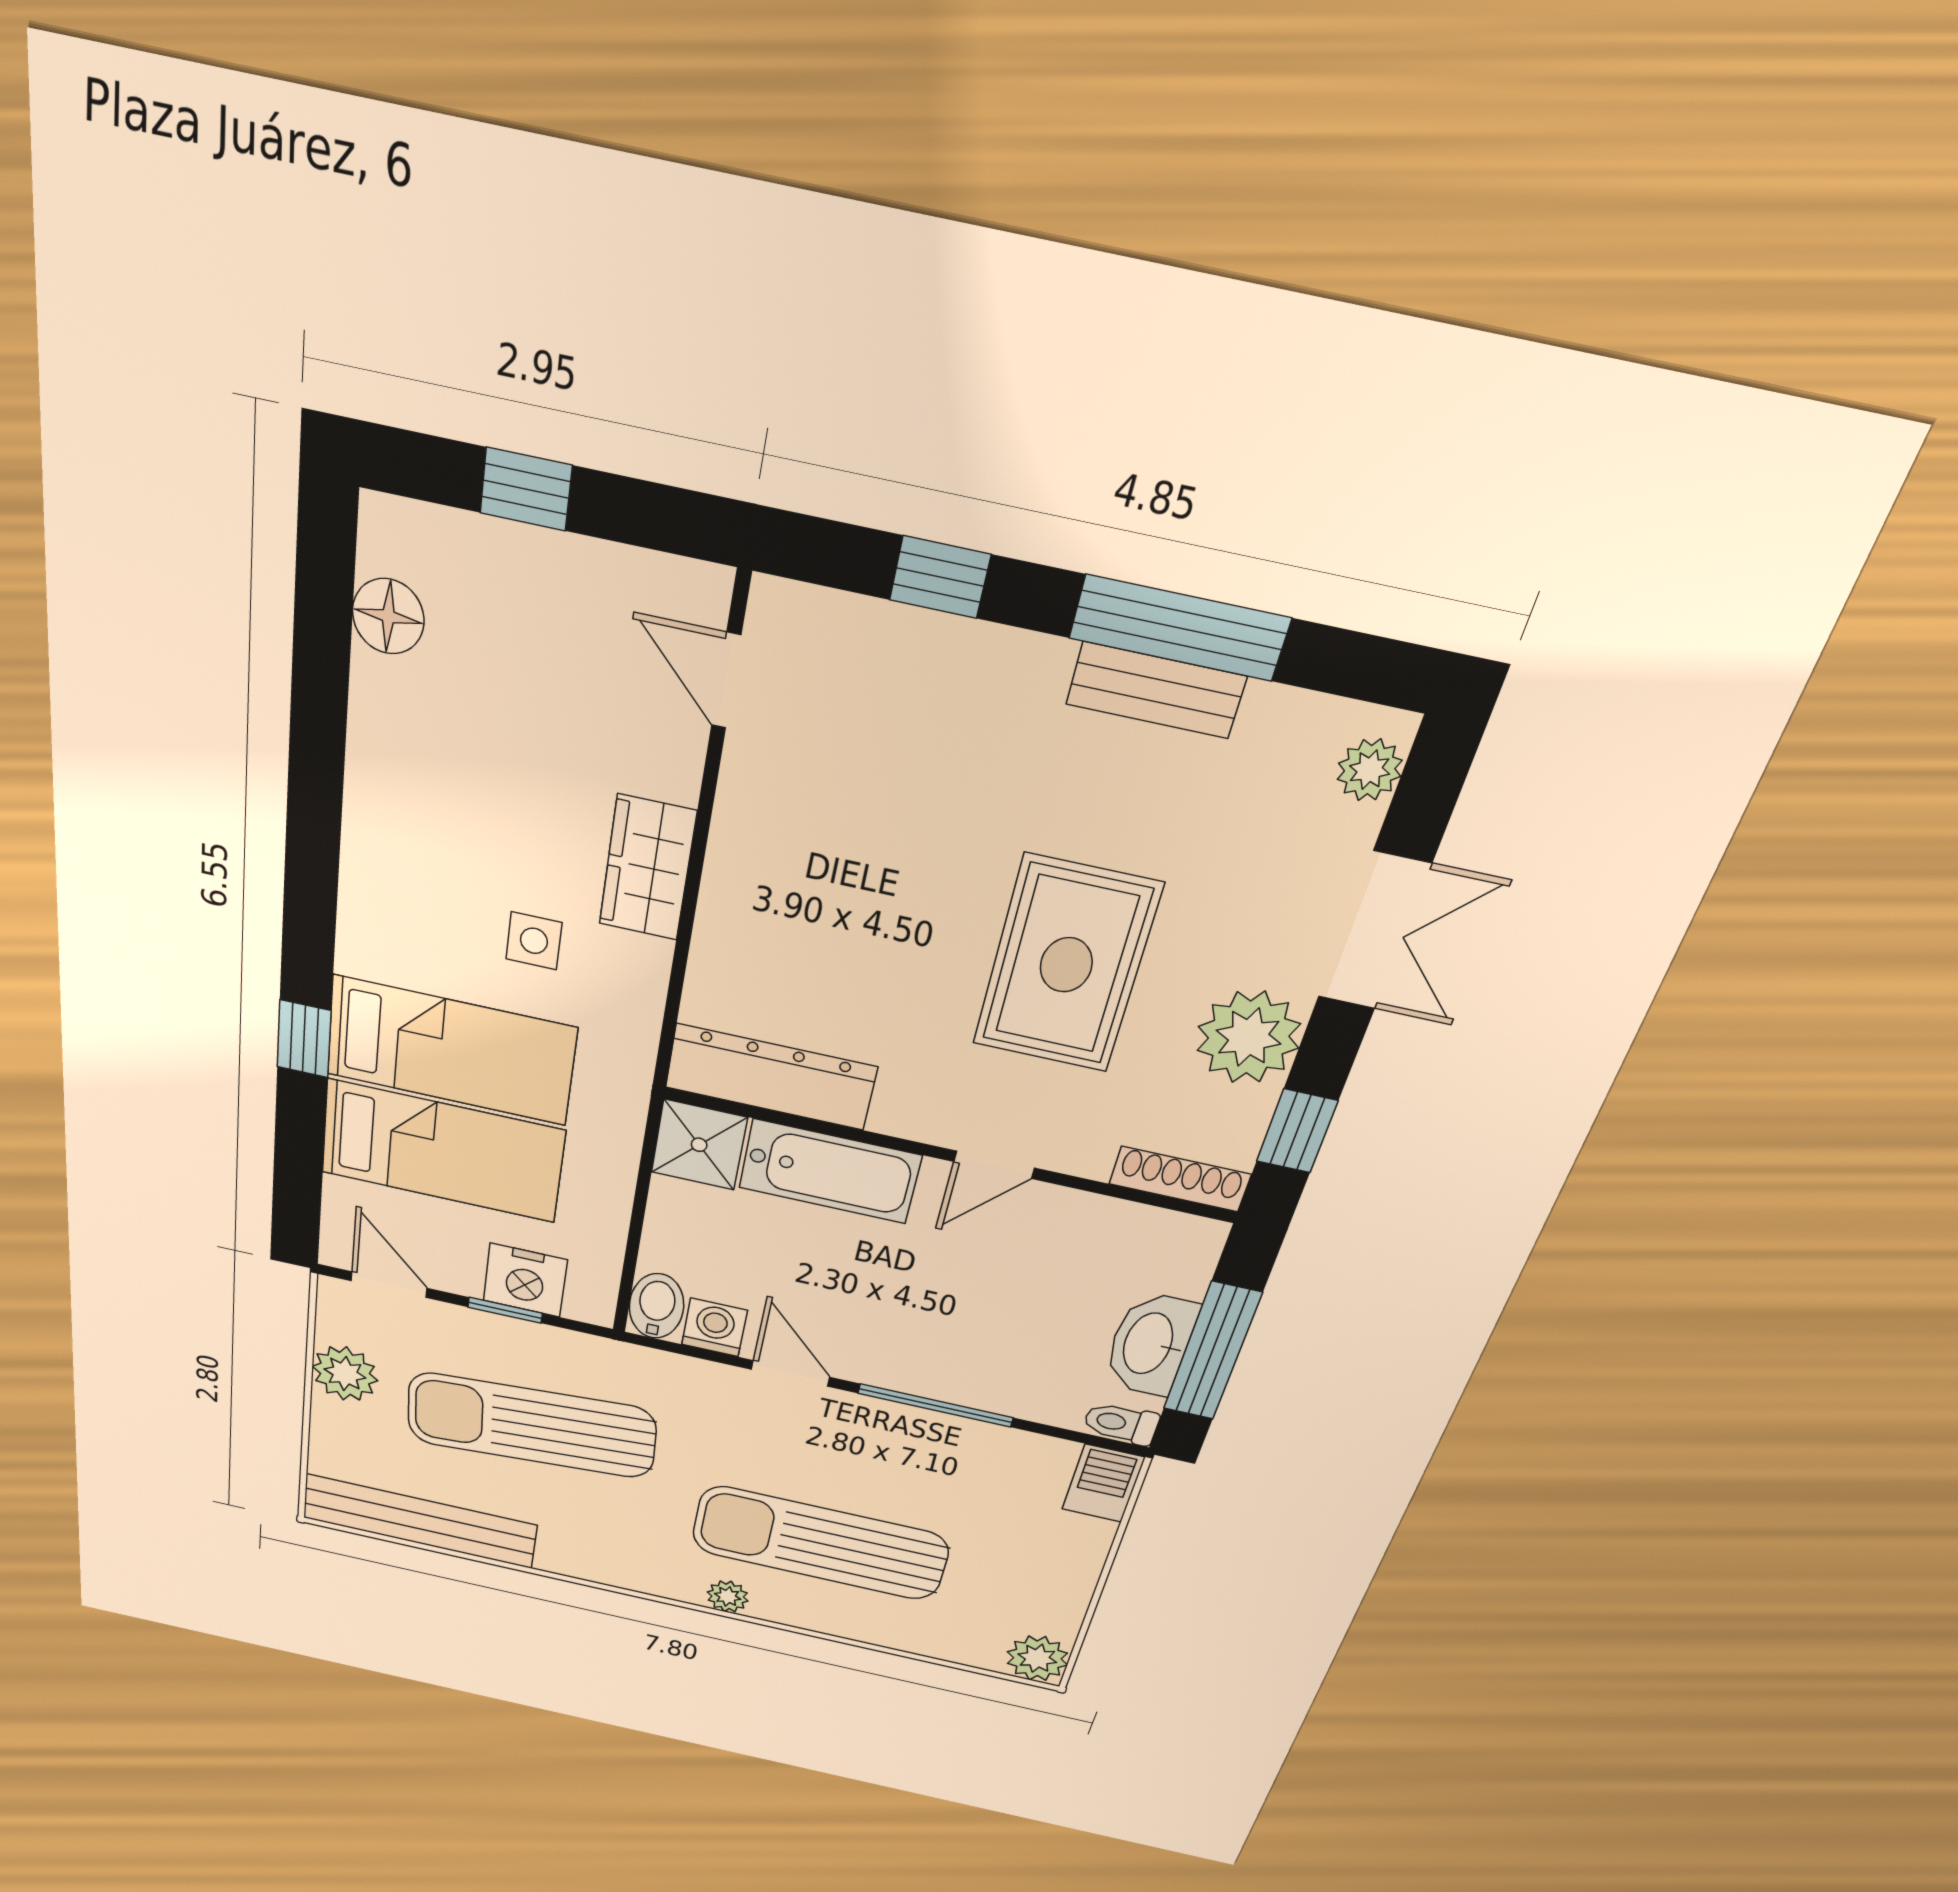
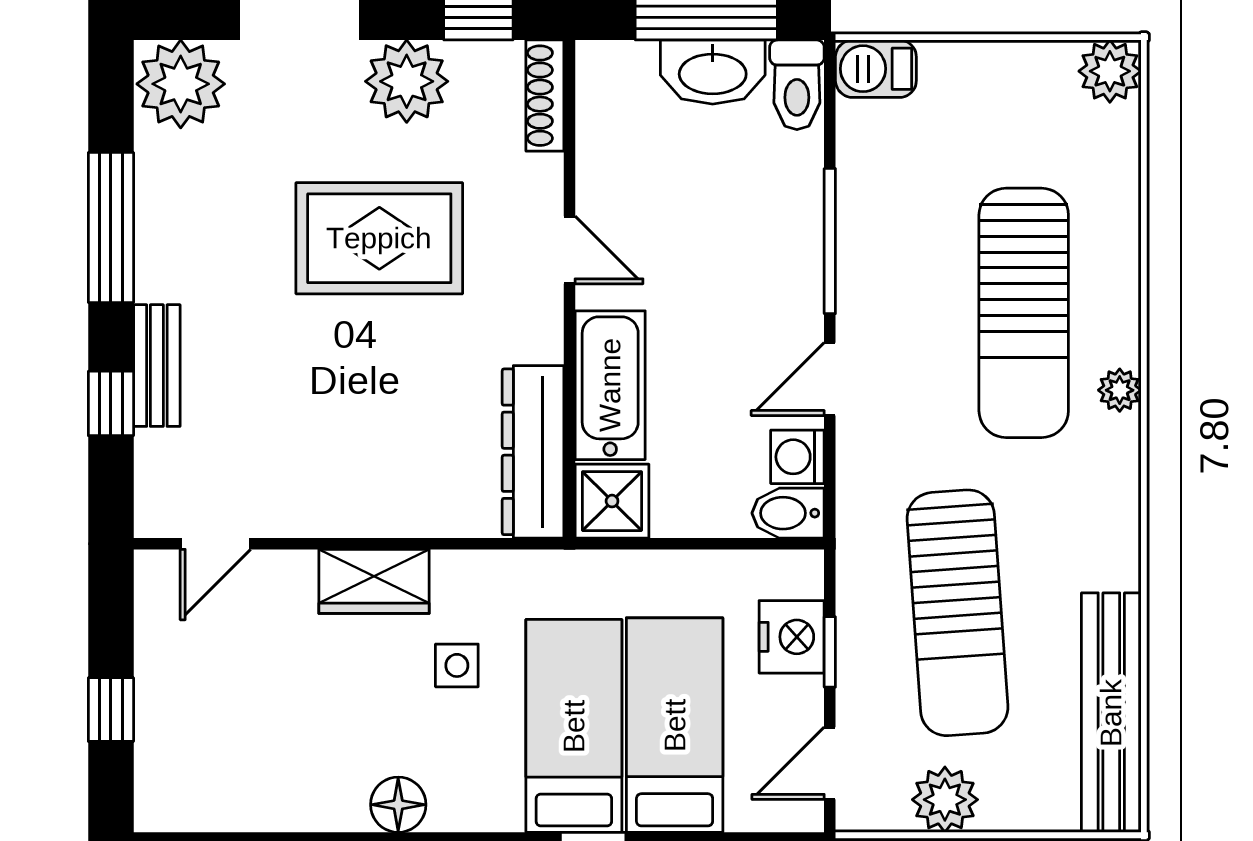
floor lamp: (388, 616) -> (398, 805), moved
bench: (1156, 690) -> (157, 366), moved
plant: (1370, 770) -> (181, 84), width x1.88, depth x1.88
toilet: (1121, 1423) -> (797, 85), width x1.37, depth x1.39

